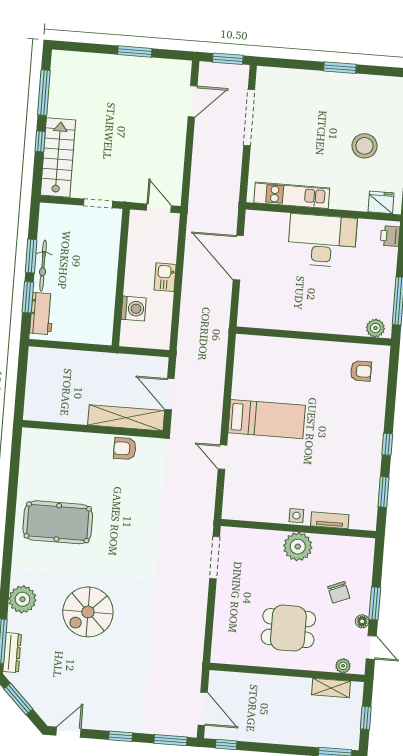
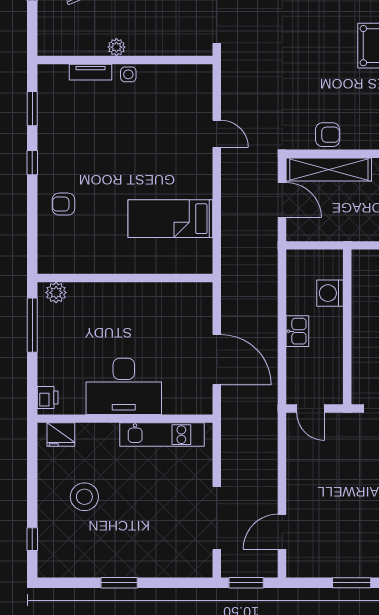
armchair: (361, 371) -> (63, 204), moved
bed: (267, 419) -> (170, 219), moved
plant: (298, 547) -> (116, 47), width x0.53, depth x0.53

